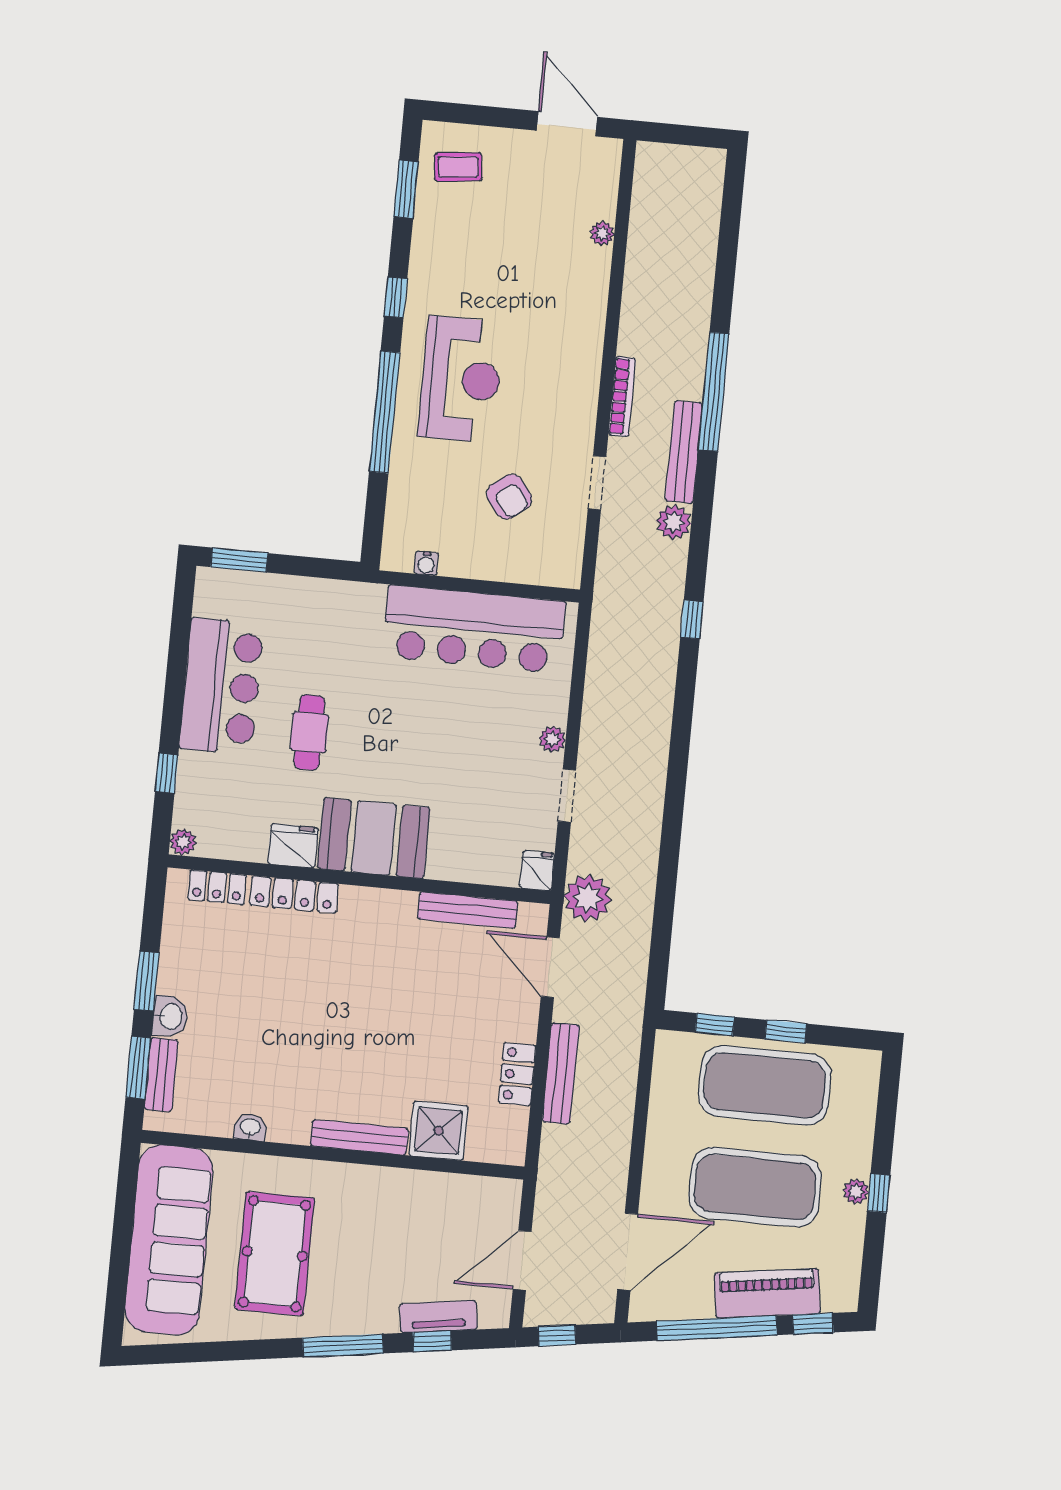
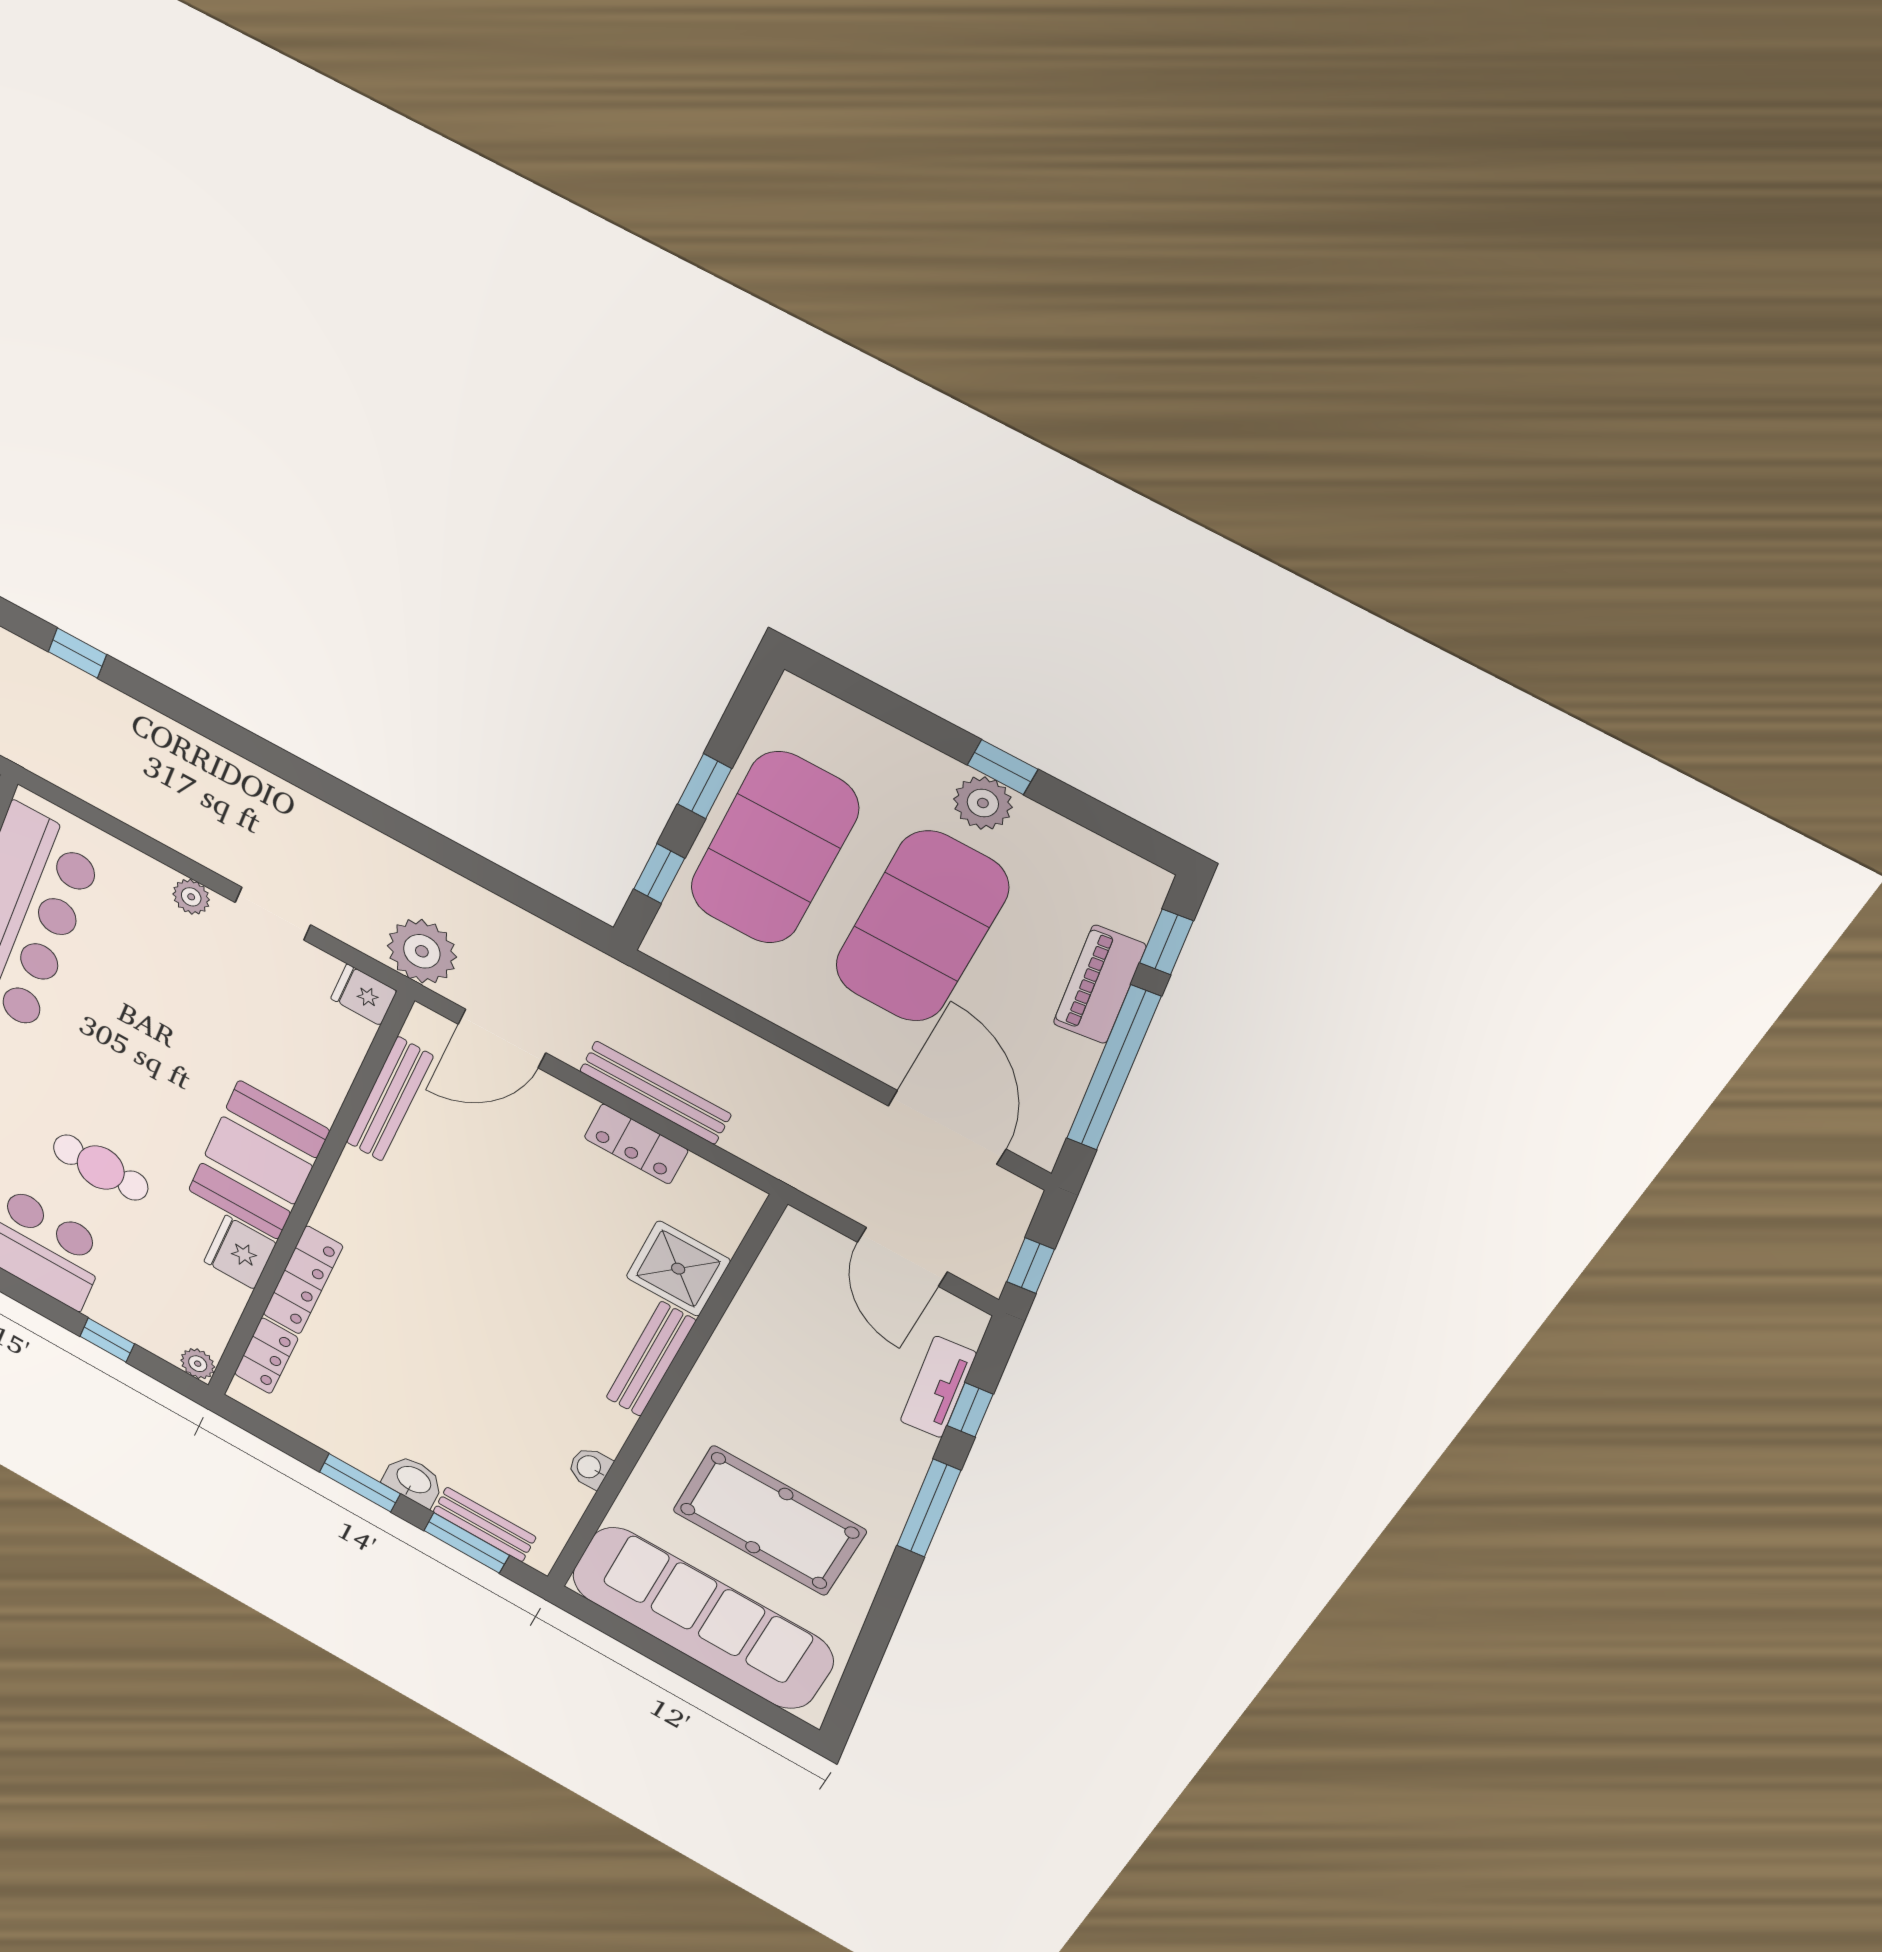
plant: (856, 1191) -> (983, 803), width x1.38, depth x1.38
piano: (767, 1293) -> (1099, 985), width x0.73, depth x0.75

